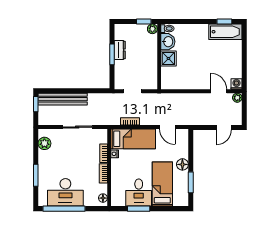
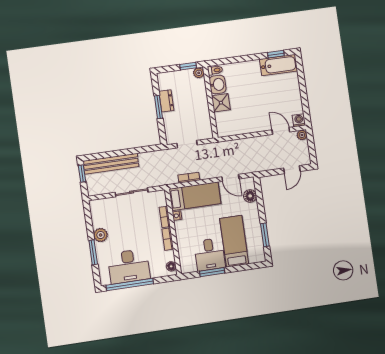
plant: (44, 143) -> (101, 235), moved
floor lamp: (182, 164) -> (250, 196), moved

